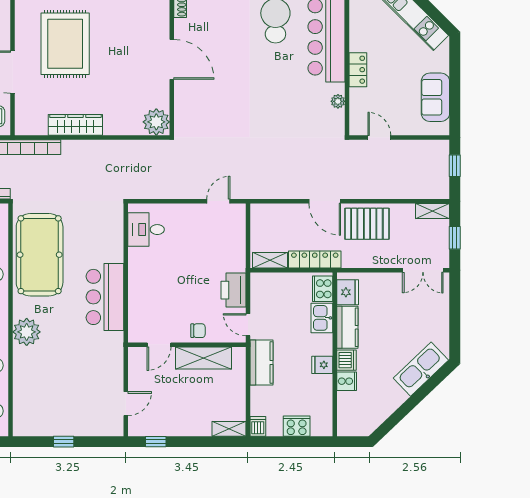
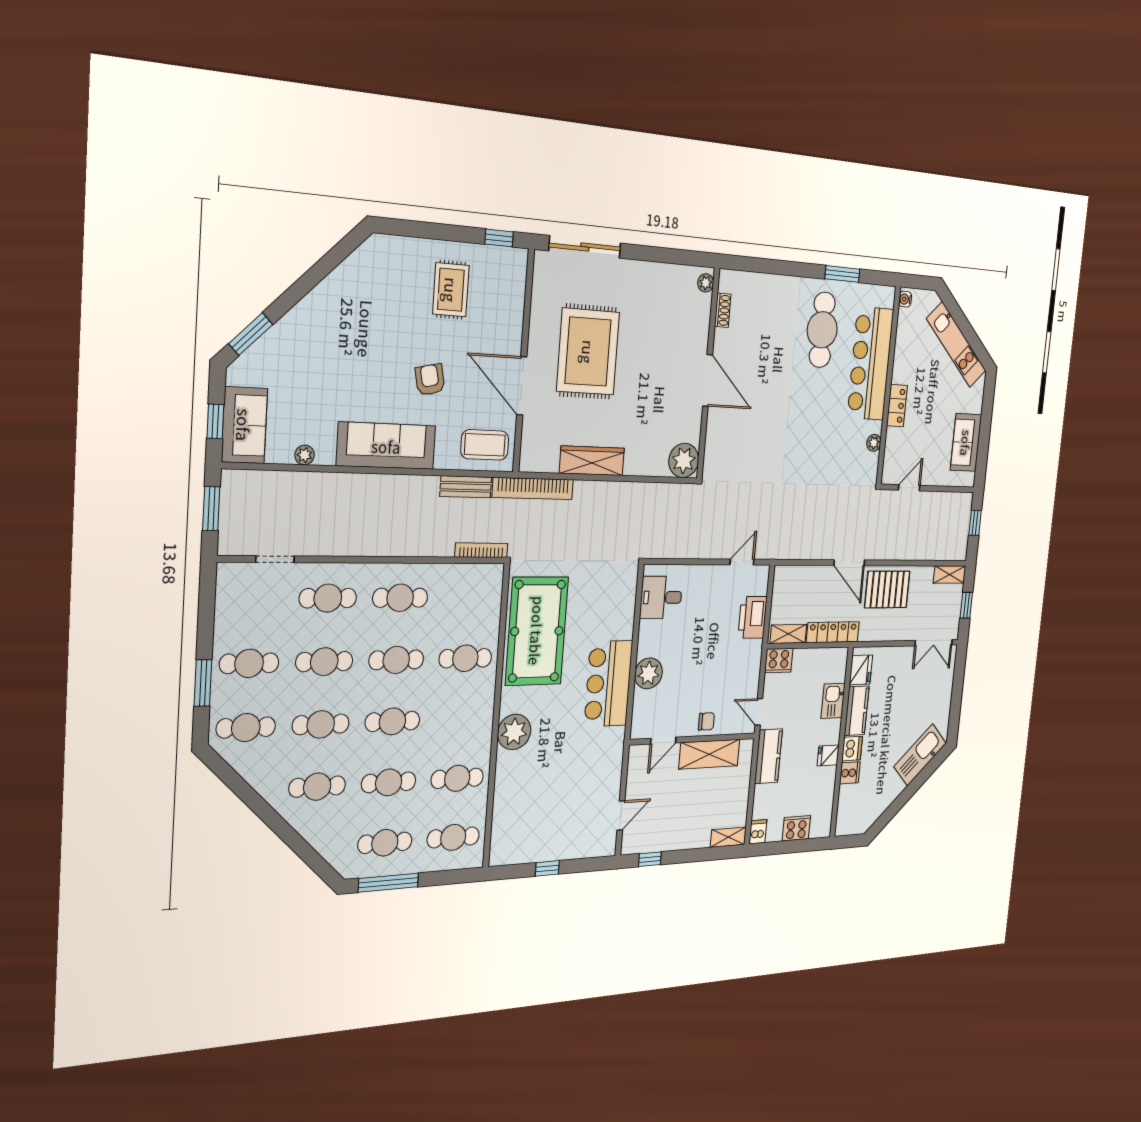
door: (379, 137) -> (909, 488), hinge flipped
cooker: (323, 289) -> (779, 661), moved, turned -90
plant: (140, 290) -> (648, 673), added
printer: (233, 290) -> (753, 617), moved

